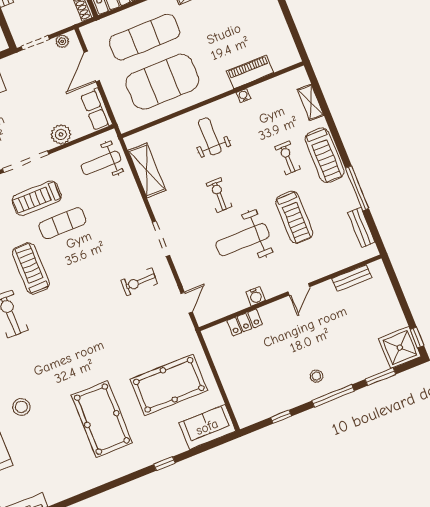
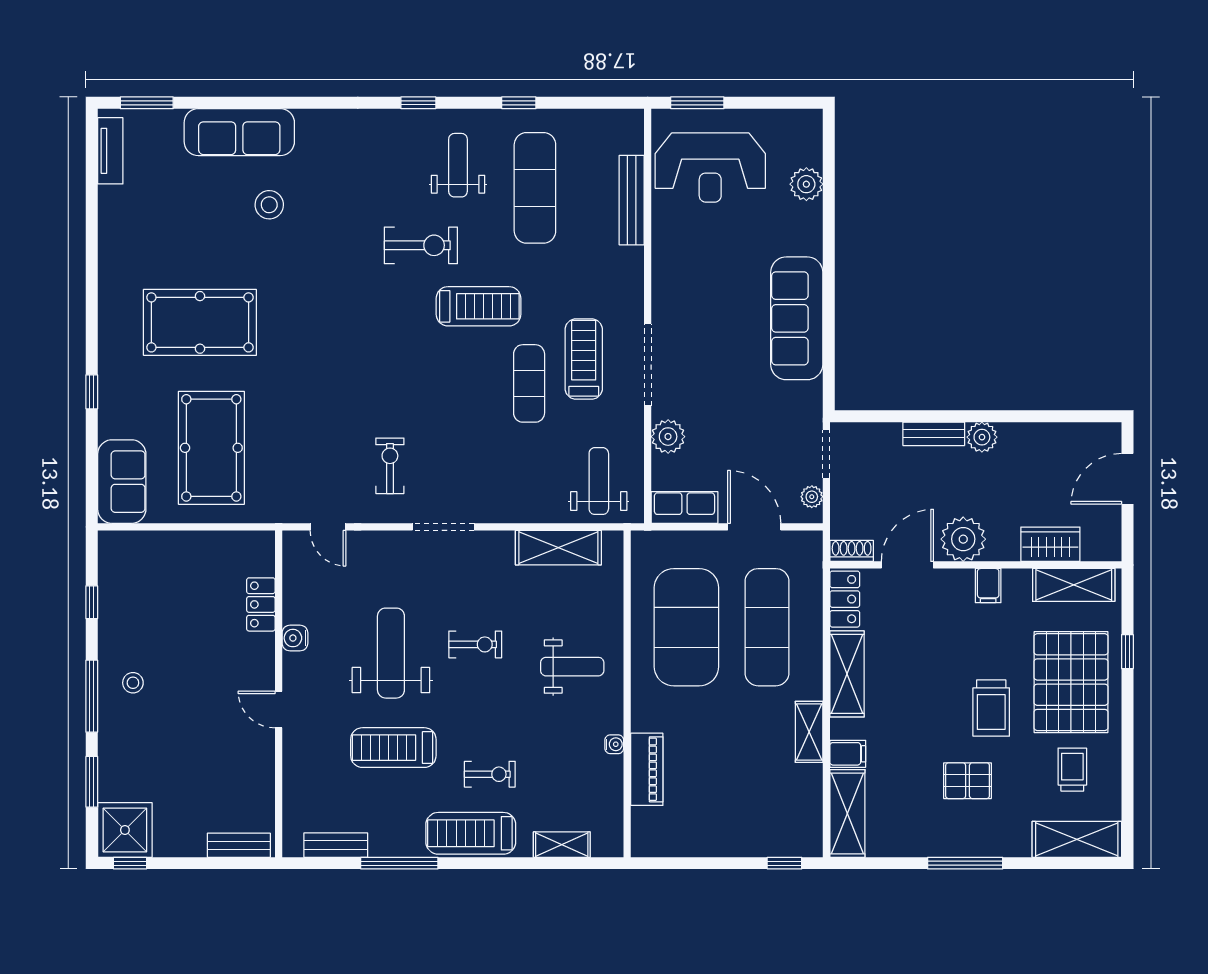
bench: (352, 278) -> (239, 845), moved, turned 90

